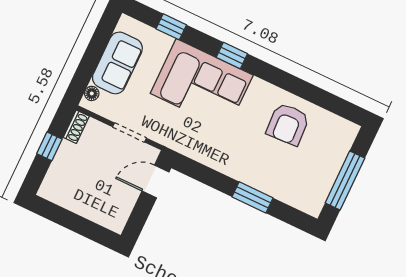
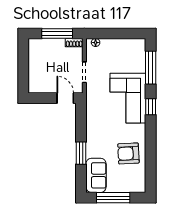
window: (171, 27) -> (151, 68), width x2.17
sofa: (117, 63) -> (96, 175), moved, turned -90
window: (49, 146) -> (57, 33), width x2.17

